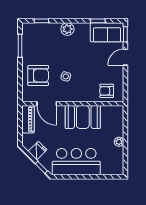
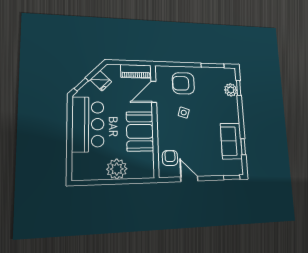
plant: (67, 29) -> (231, 90), moved
sofa: (107, 32) -> (231, 141), moved
door: (125, 57) -> (189, 179), moved
armchair: (38, 75) -> (183, 83), turned 90
plant: (119, 142) -> (117, 169), width x1.88, depth x1.88

